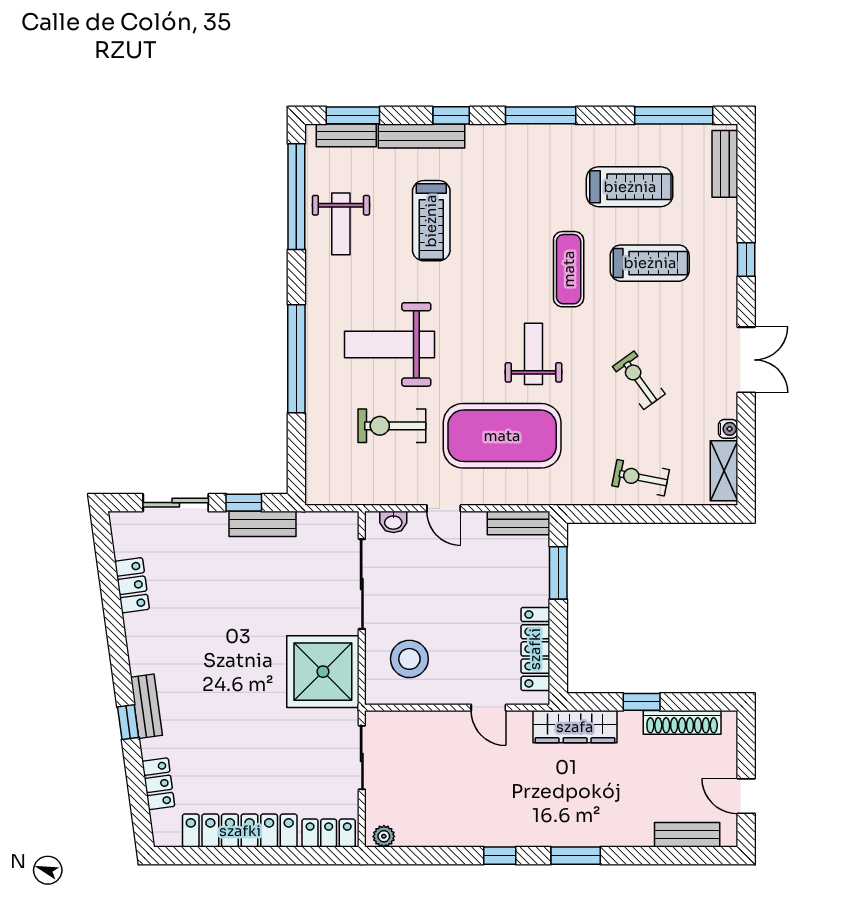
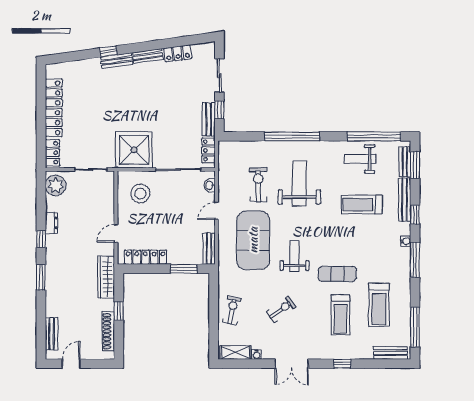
water cooler: (504, 134) -> (406, 241), added
weight bench: (534, 354) -> (294, 256), turned -90
bench: (137, 644) -> (148, 56), added
locker: (158, 784) -> (208, 150), moved, turned 98
dresser: (467, 835) -> (51, 223), added
plant: (384, 836) -> (56, 185), width x1.87, depth x1.87

